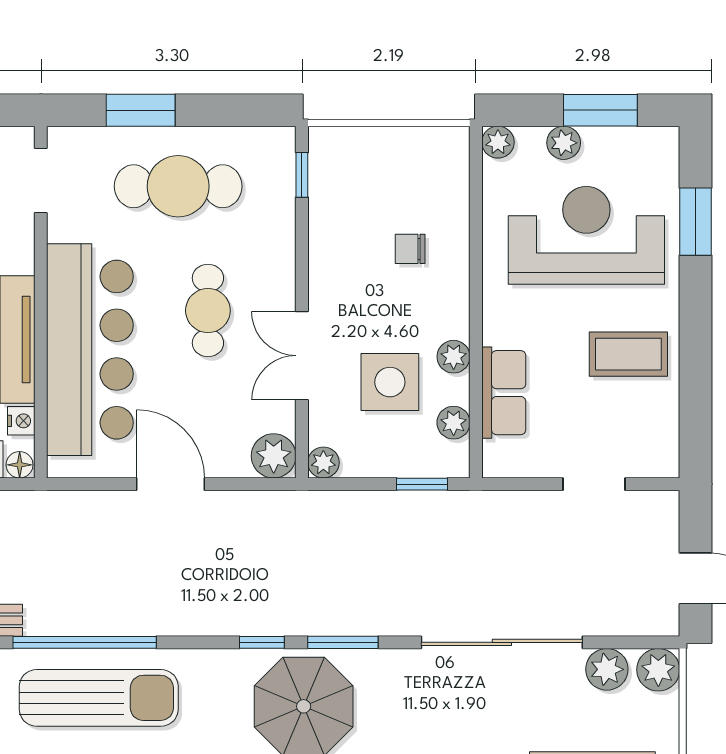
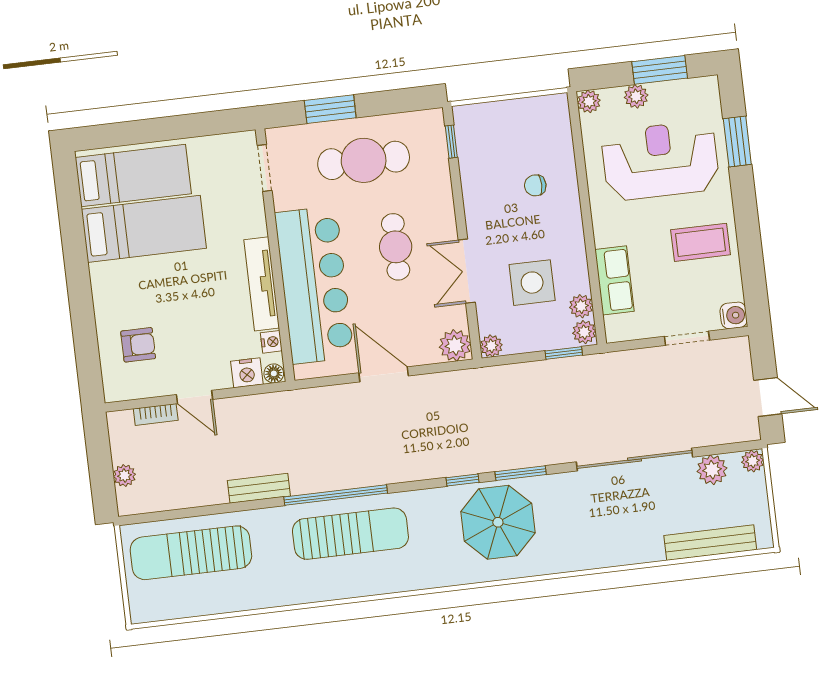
plant: (454, 357) -> (584, 332), moved
water cooler: (662, 460) -> (734, 315), added
plant: (658, 670) -> (753, 461), width x0.73, depth x0.73

